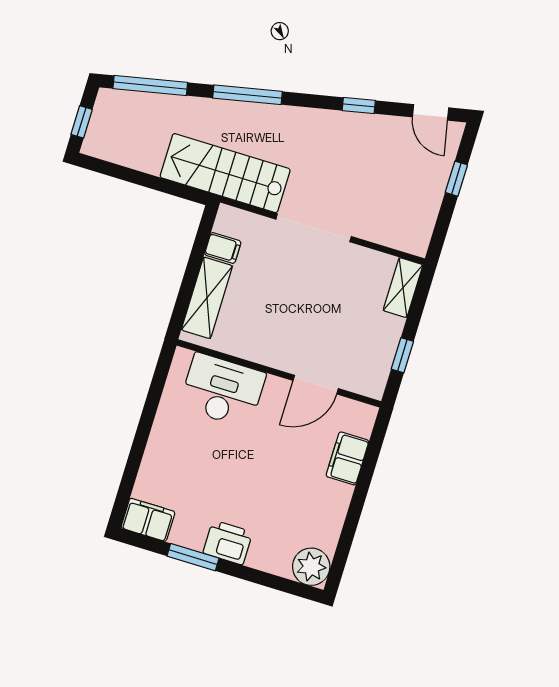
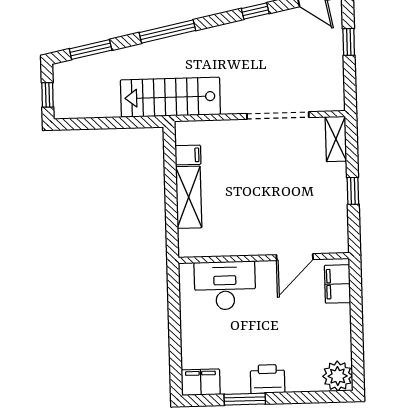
window: (150, 86) -> (91, 49), width x0.69
doorway: (314, 228) -> (278, 115), moved
wall: (279, 373) -> (264, 258), moved
door: (316, 385) -> (295, 257), moved
desk: (223, 390) -> (225, 286), moved

